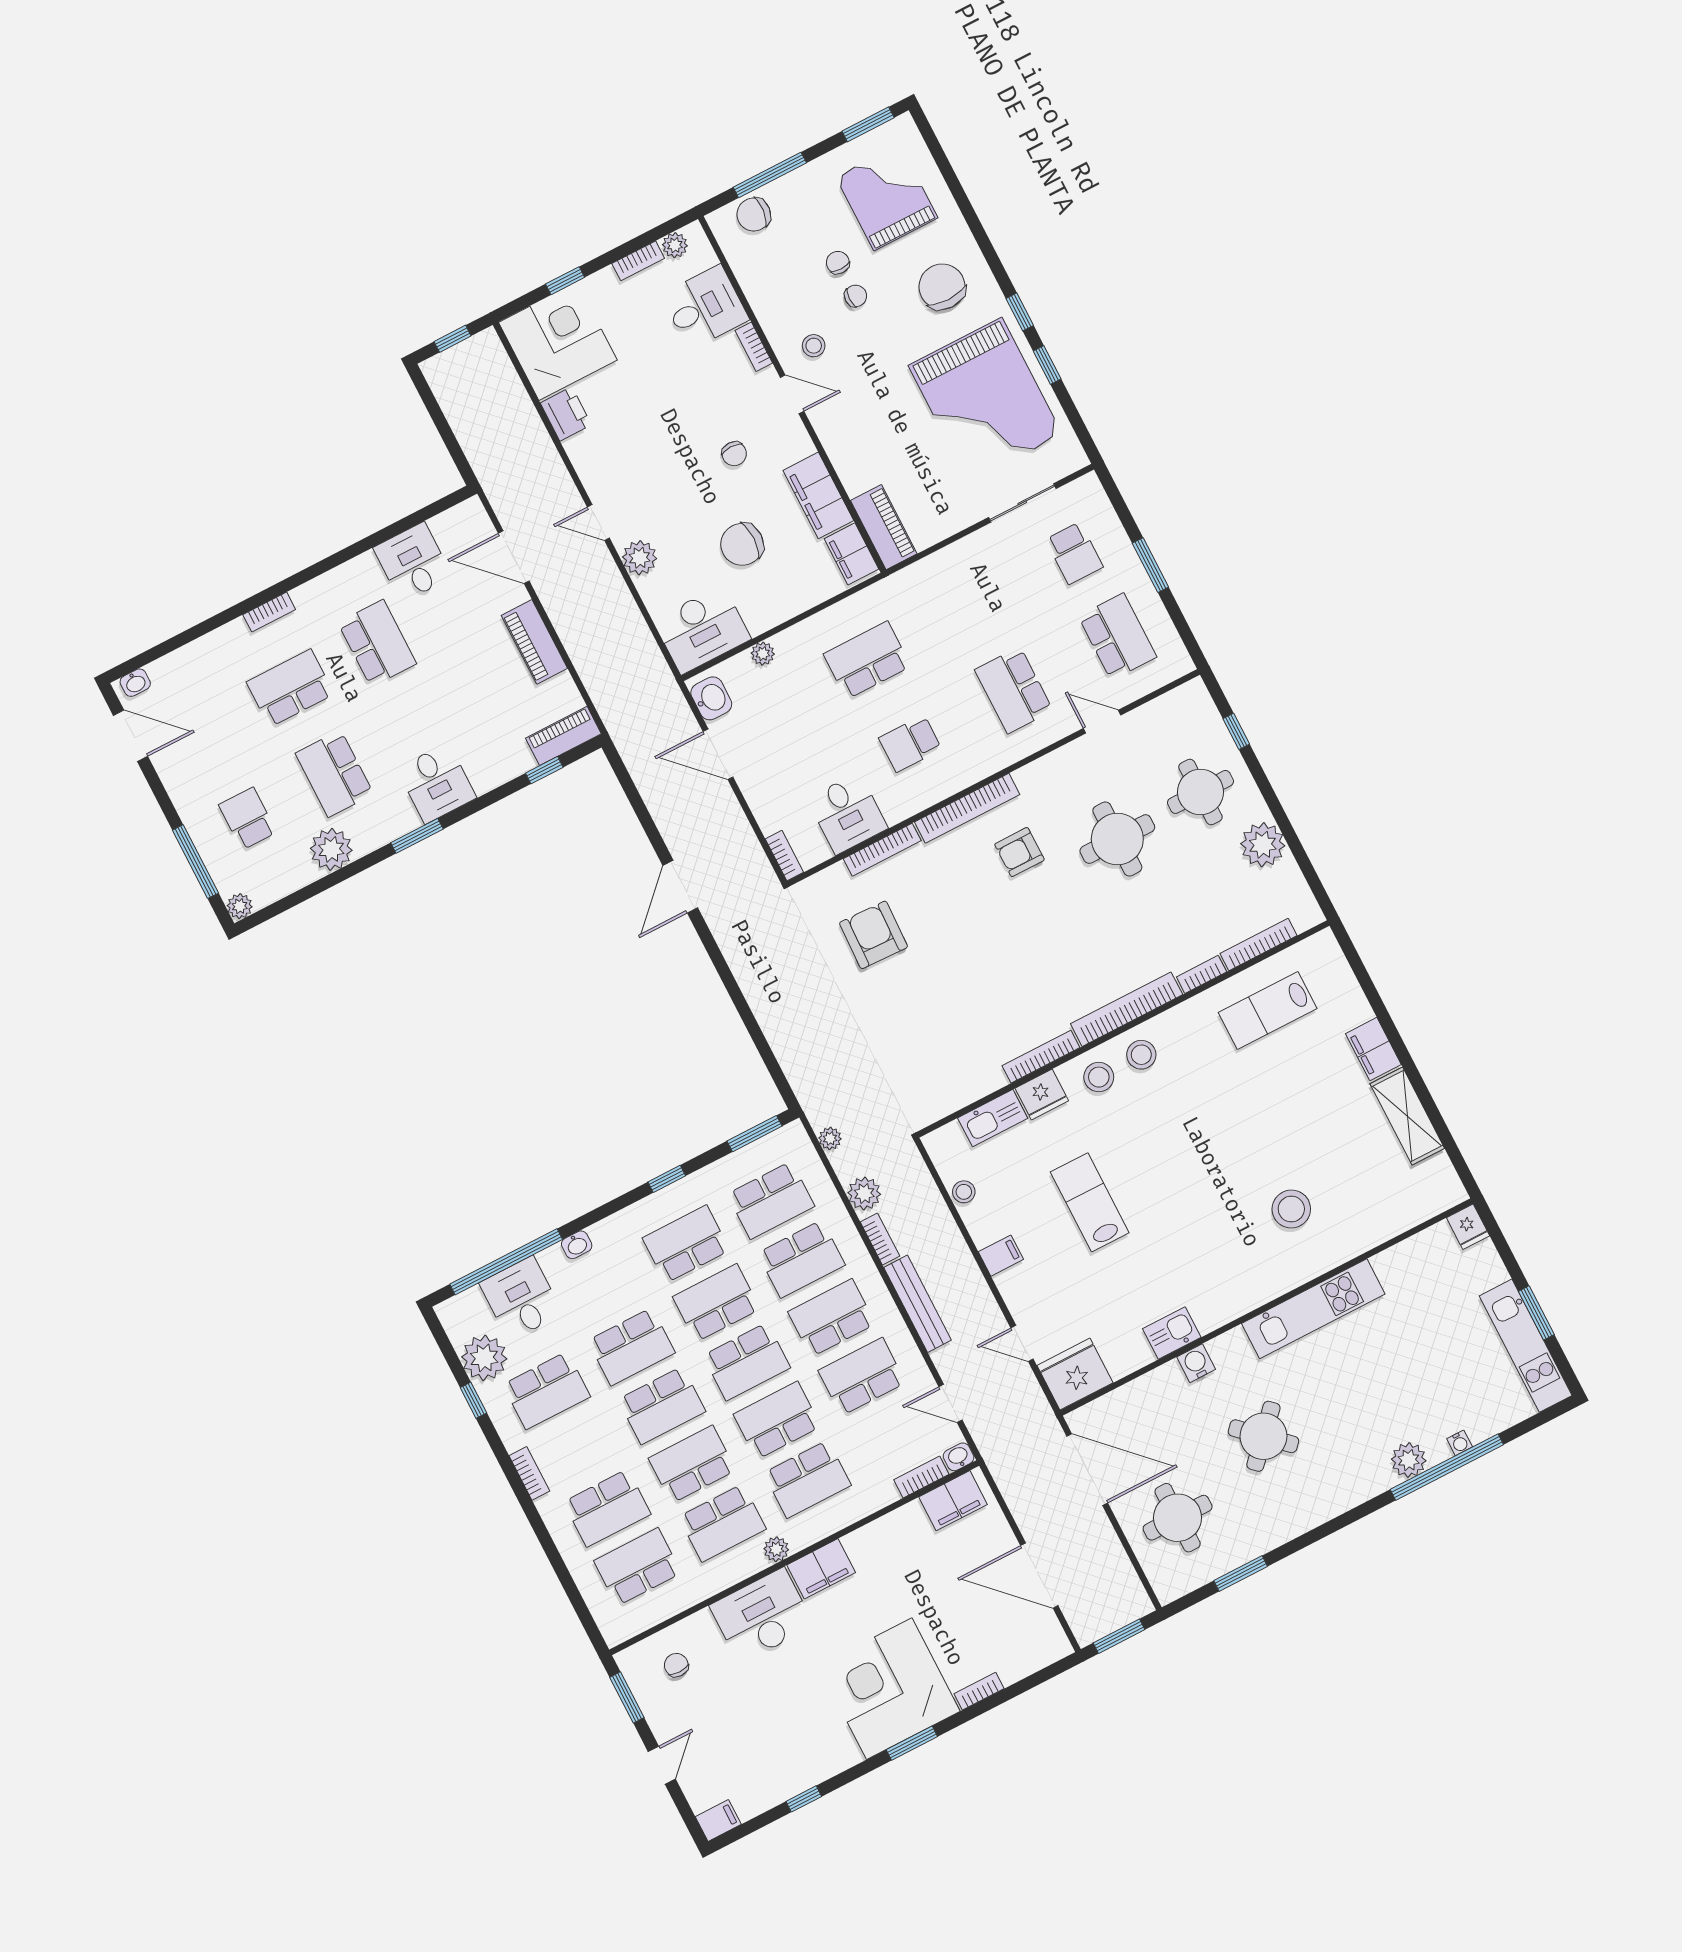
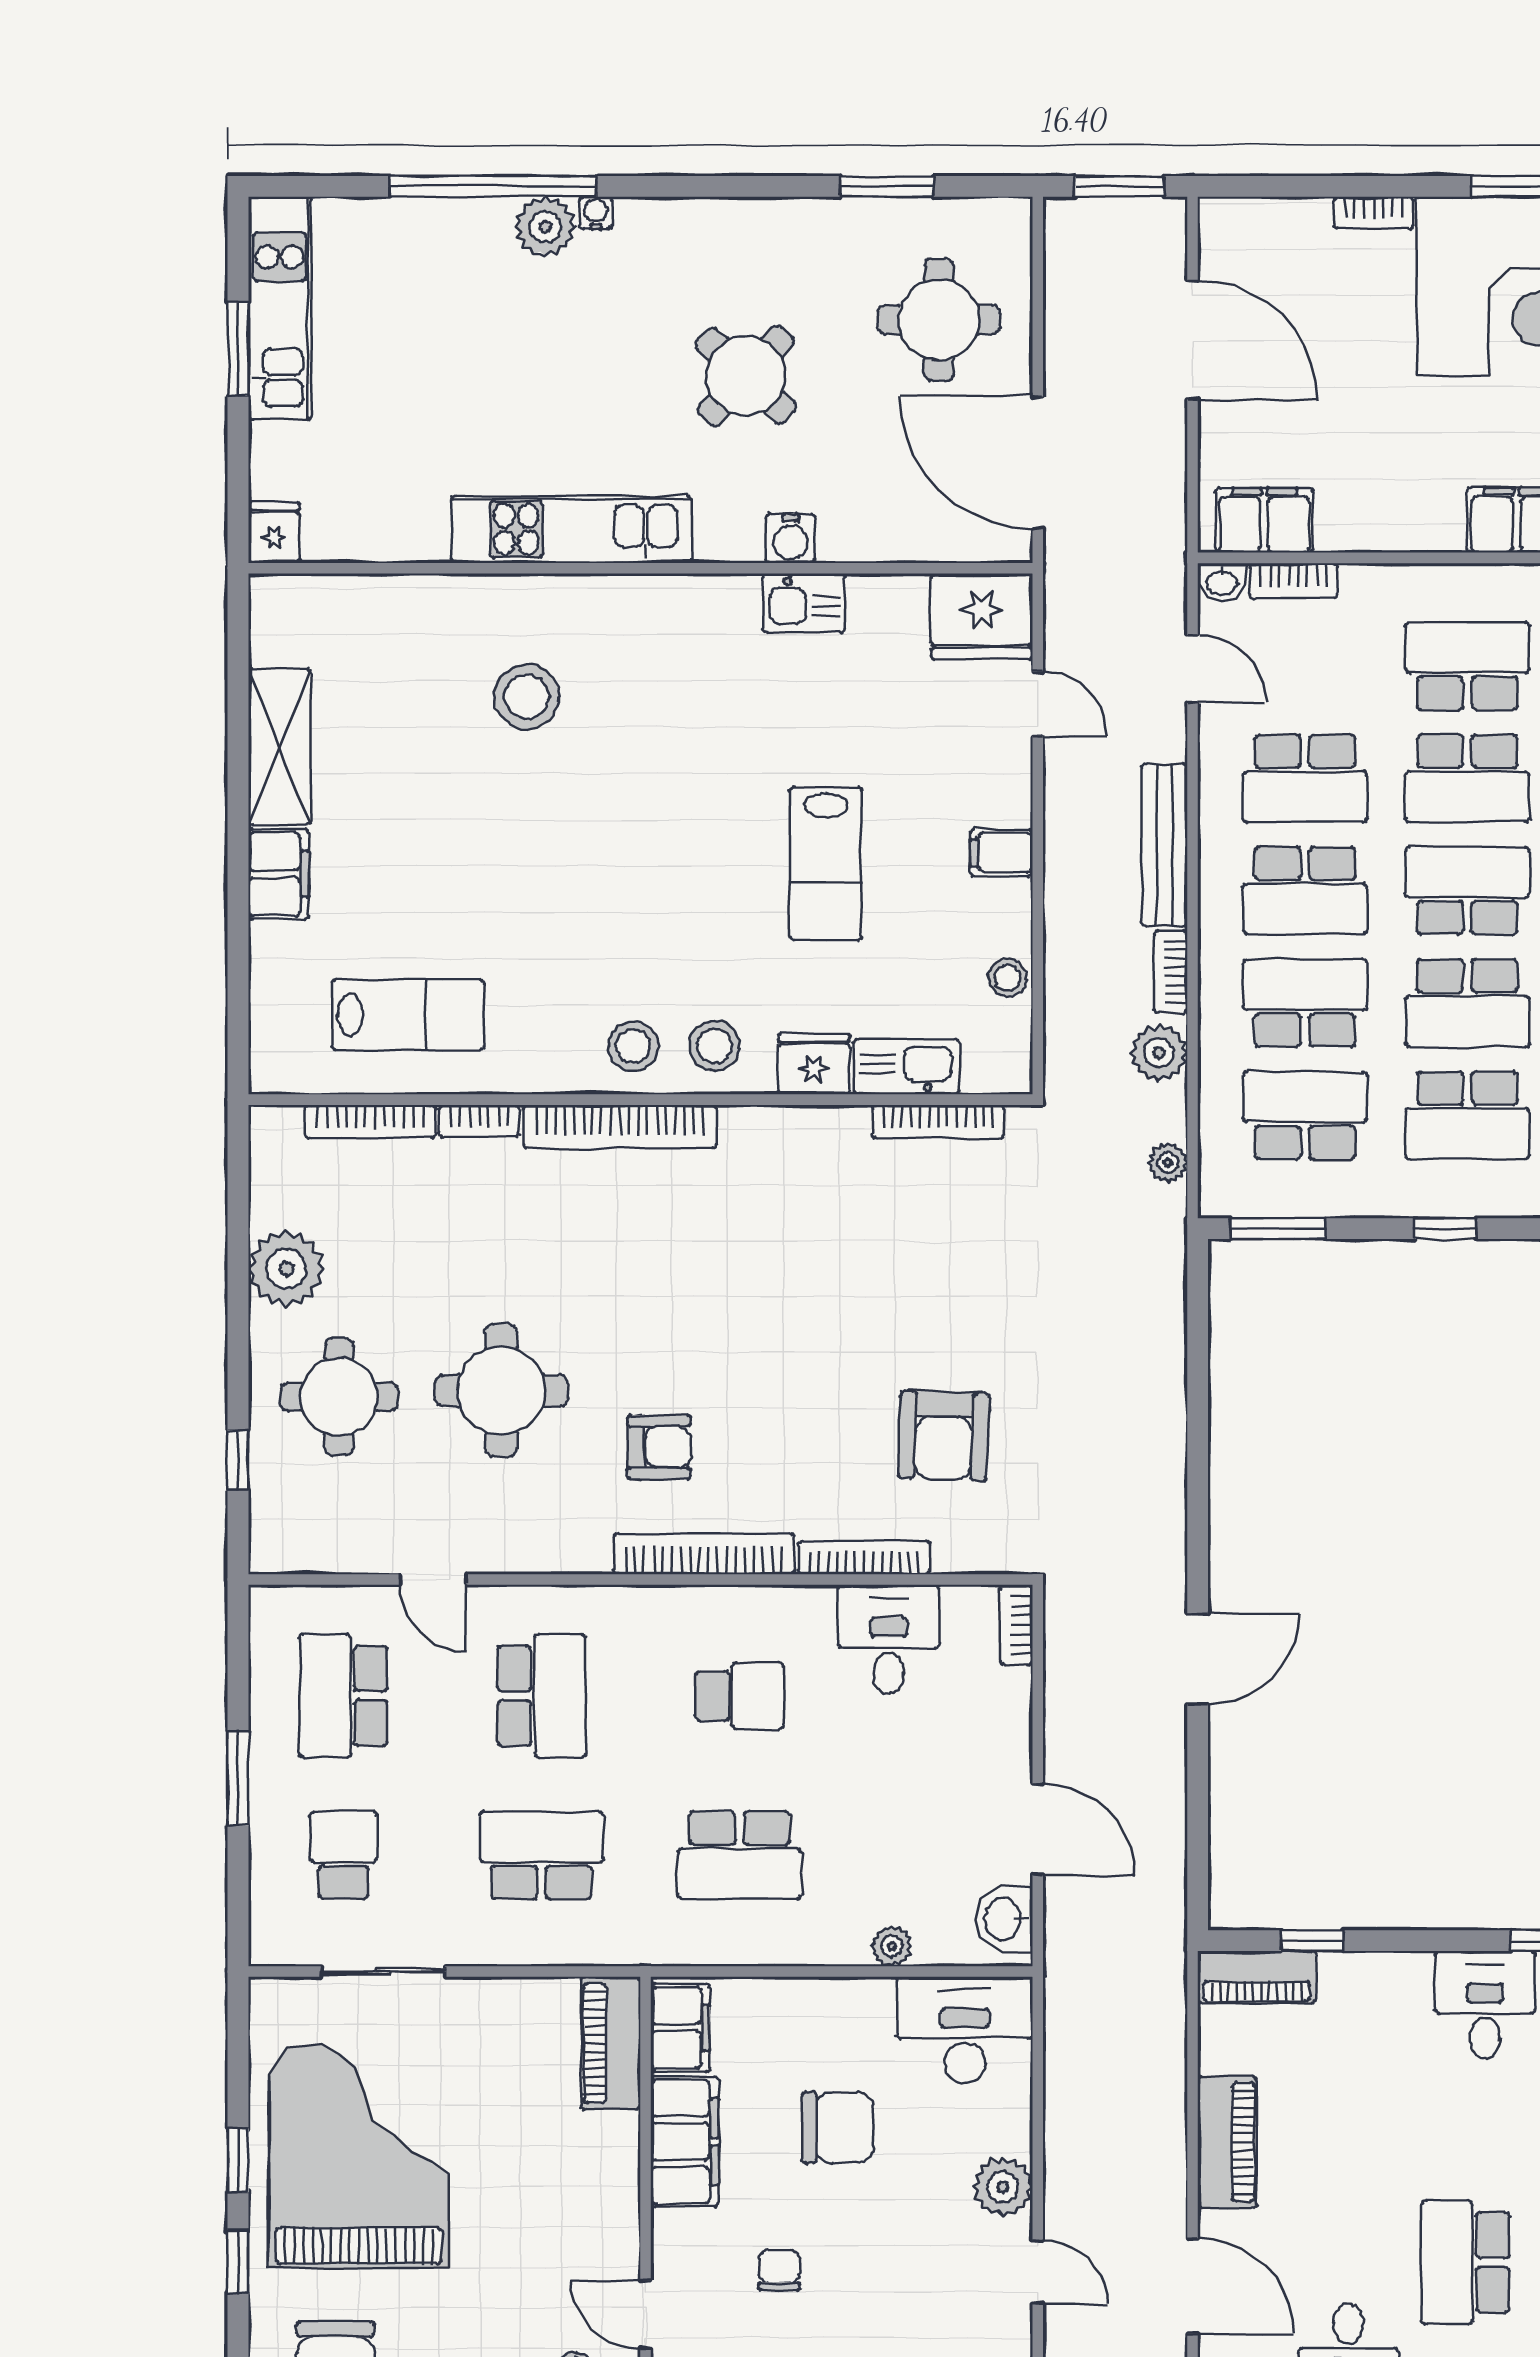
school desk: (971, 607) -> (541, 1855), added
bookcase: (1041, 1057) -> (938, 1122), moved
water cooler: (1460, 1443) -> (596, 213), moved

